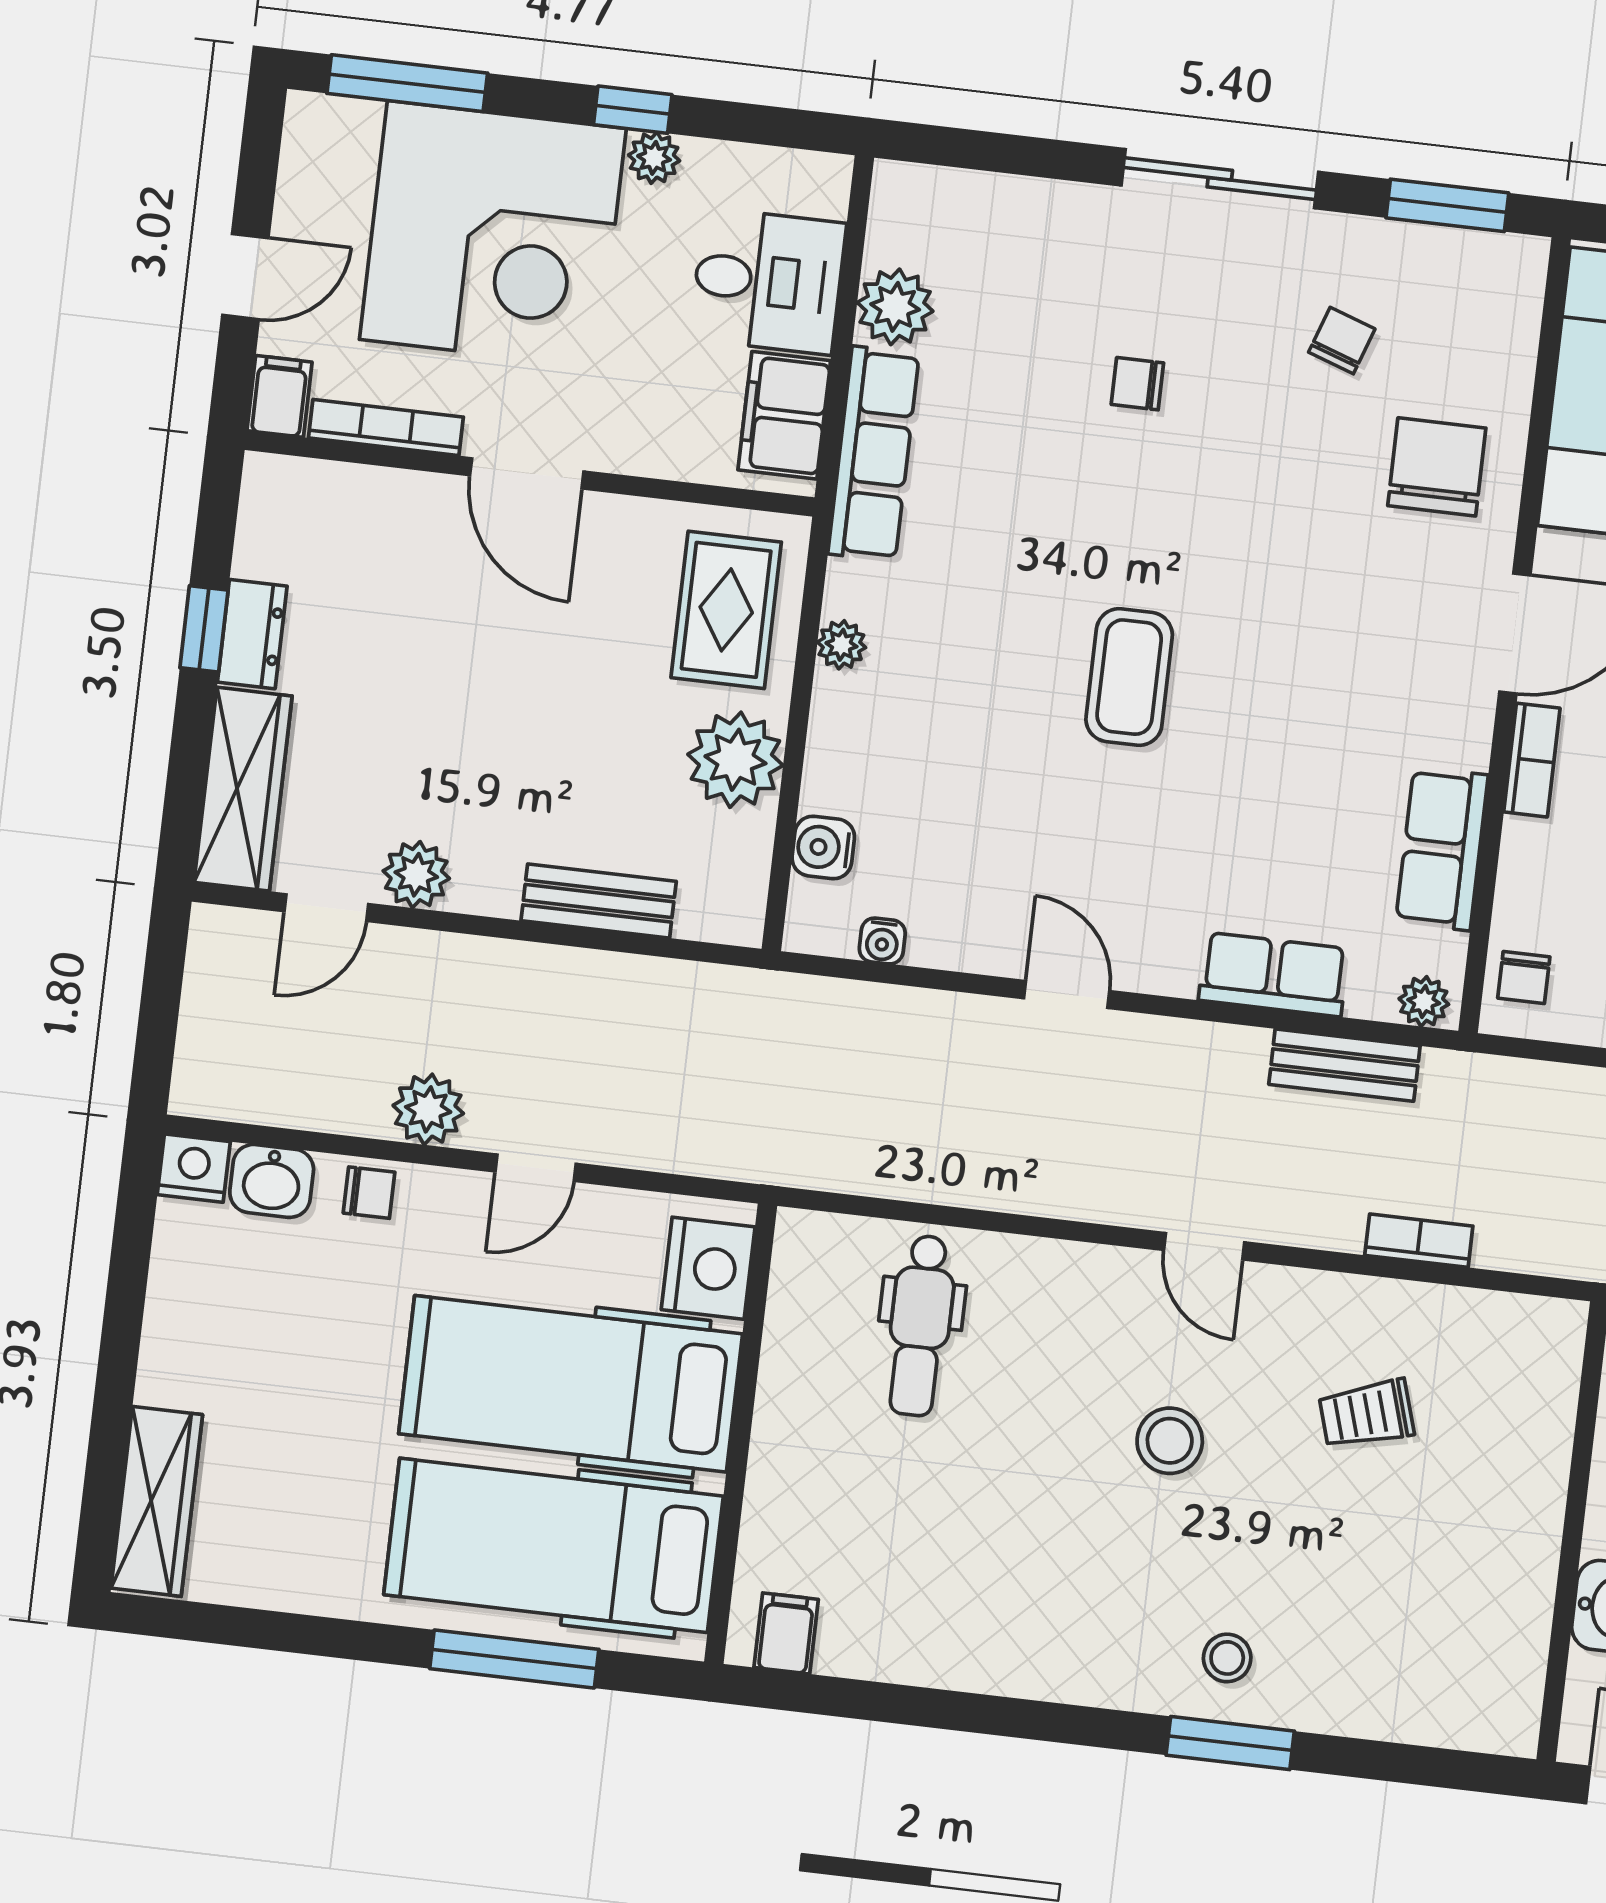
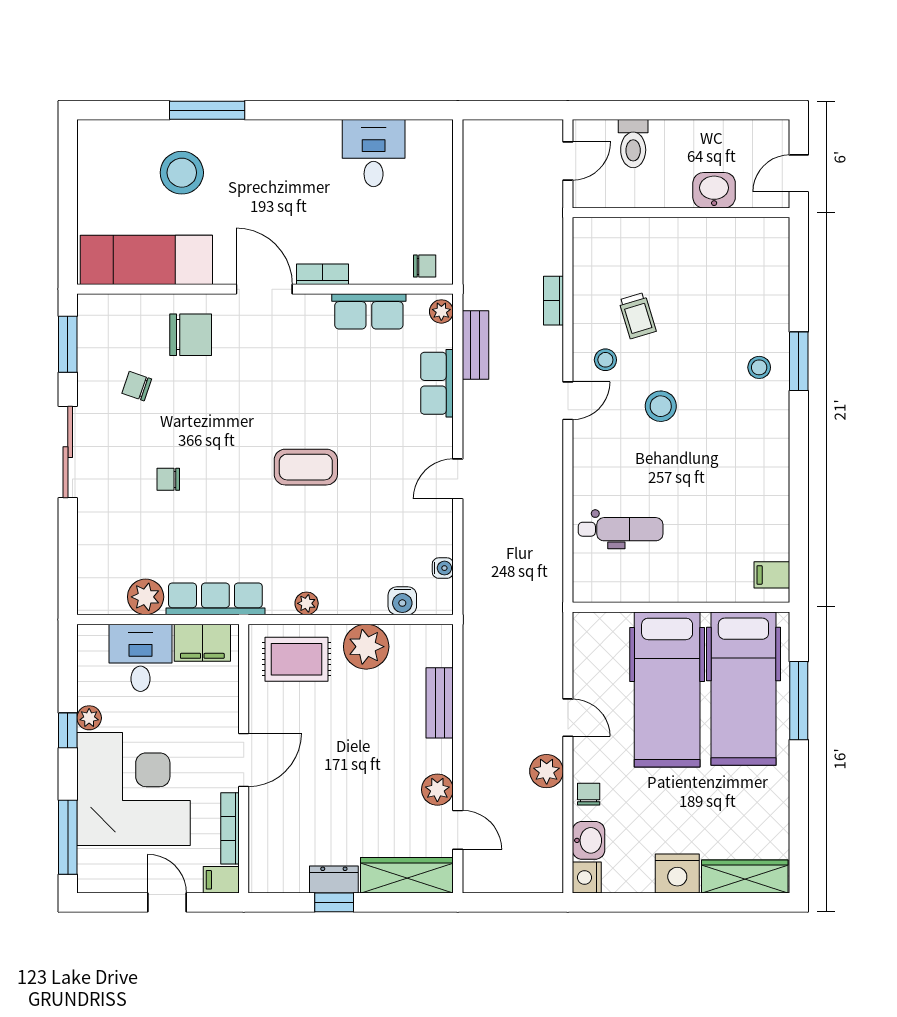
chair: (1137, 384) -> (168, 479), turned 90
chair: (1437, 467) -> (191, 335), turned 180
nightstand: (708, 1268) -> (677, 874), moved, turned 180
stool: (1281, 1336) -> (605, 360), added

